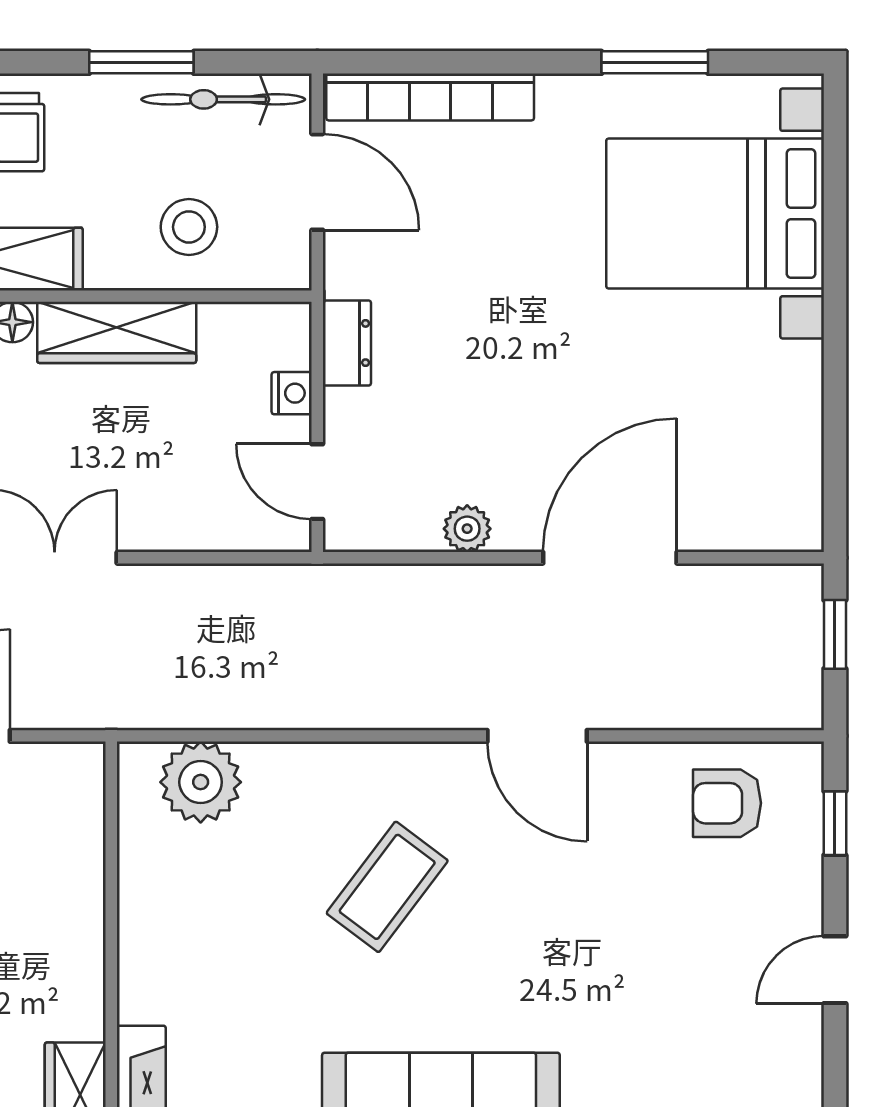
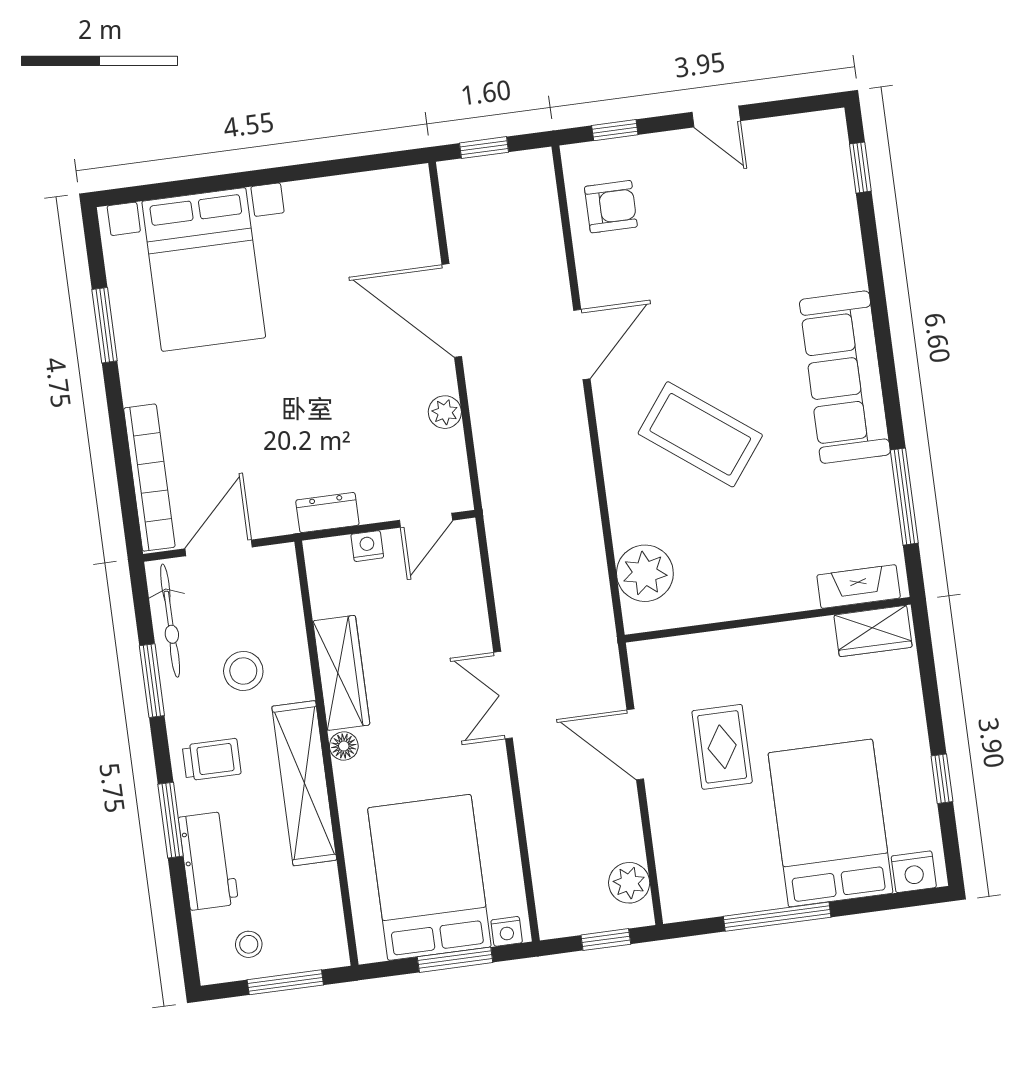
stool: (189, 227) -> (243, 671), moved
armchair: (727, 803) -> (611, 207), turned -90
coffee table: (387, 887) -> (700, 434), width x1.36, depth x1.32

